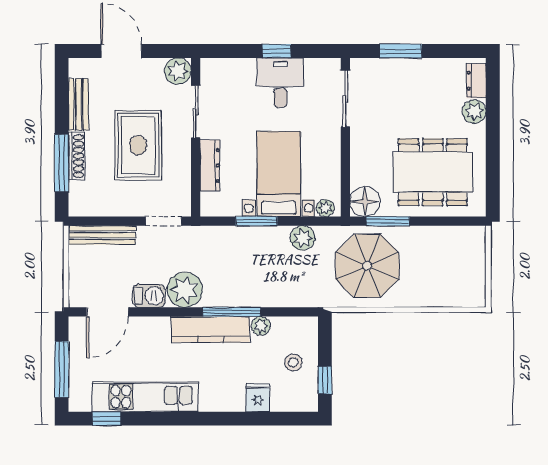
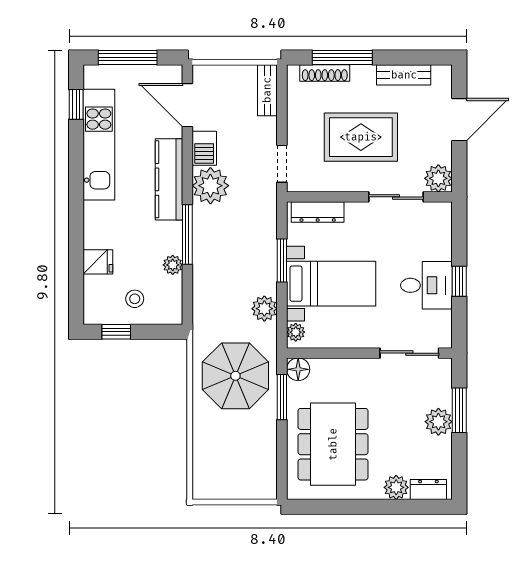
plant: (411, 71) -> (438, 422), added
shoe rack: (77, 156) -> (325, 73), moved
dresser: (210, 165) -> (318, 212), moved
floor lamp: (365, 201) -> (298, 369), width x0.73, depth x0.73
bench: (102, 235) -> (267, 90), width x0.73
kitchen counter: (210, 330) -> (169, 179), moved

